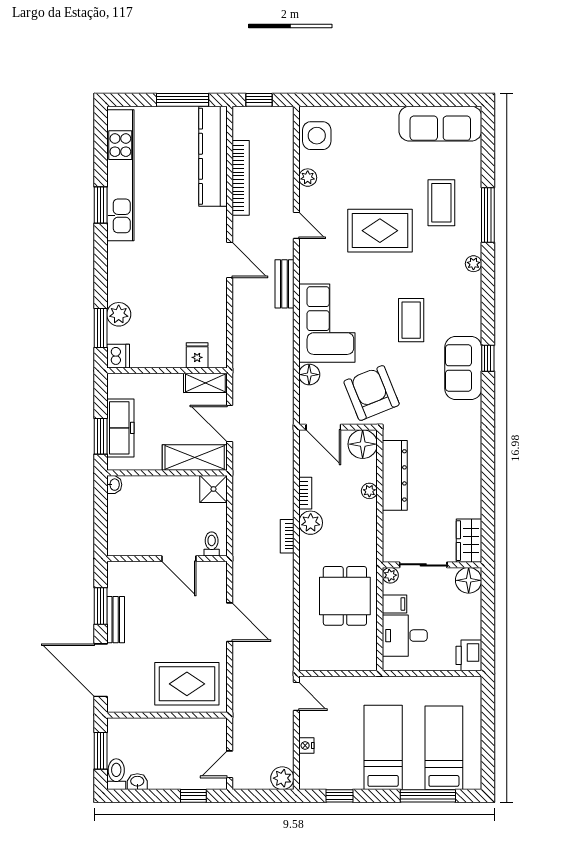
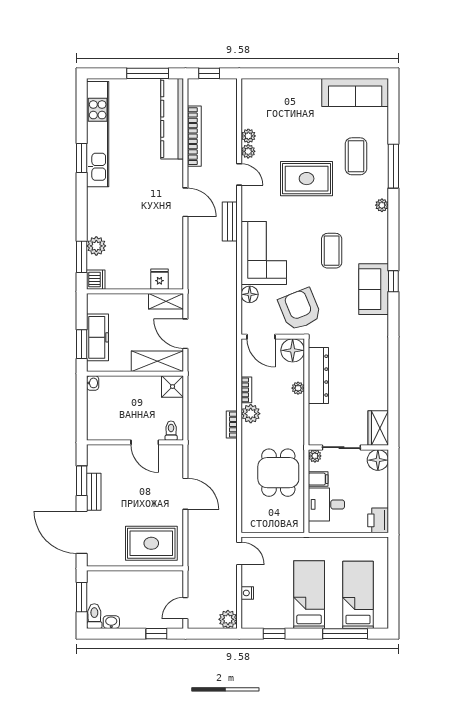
side table: (317, 136) -> (256, 102), removed
plant: (307, 197) -> (248, 151), added

